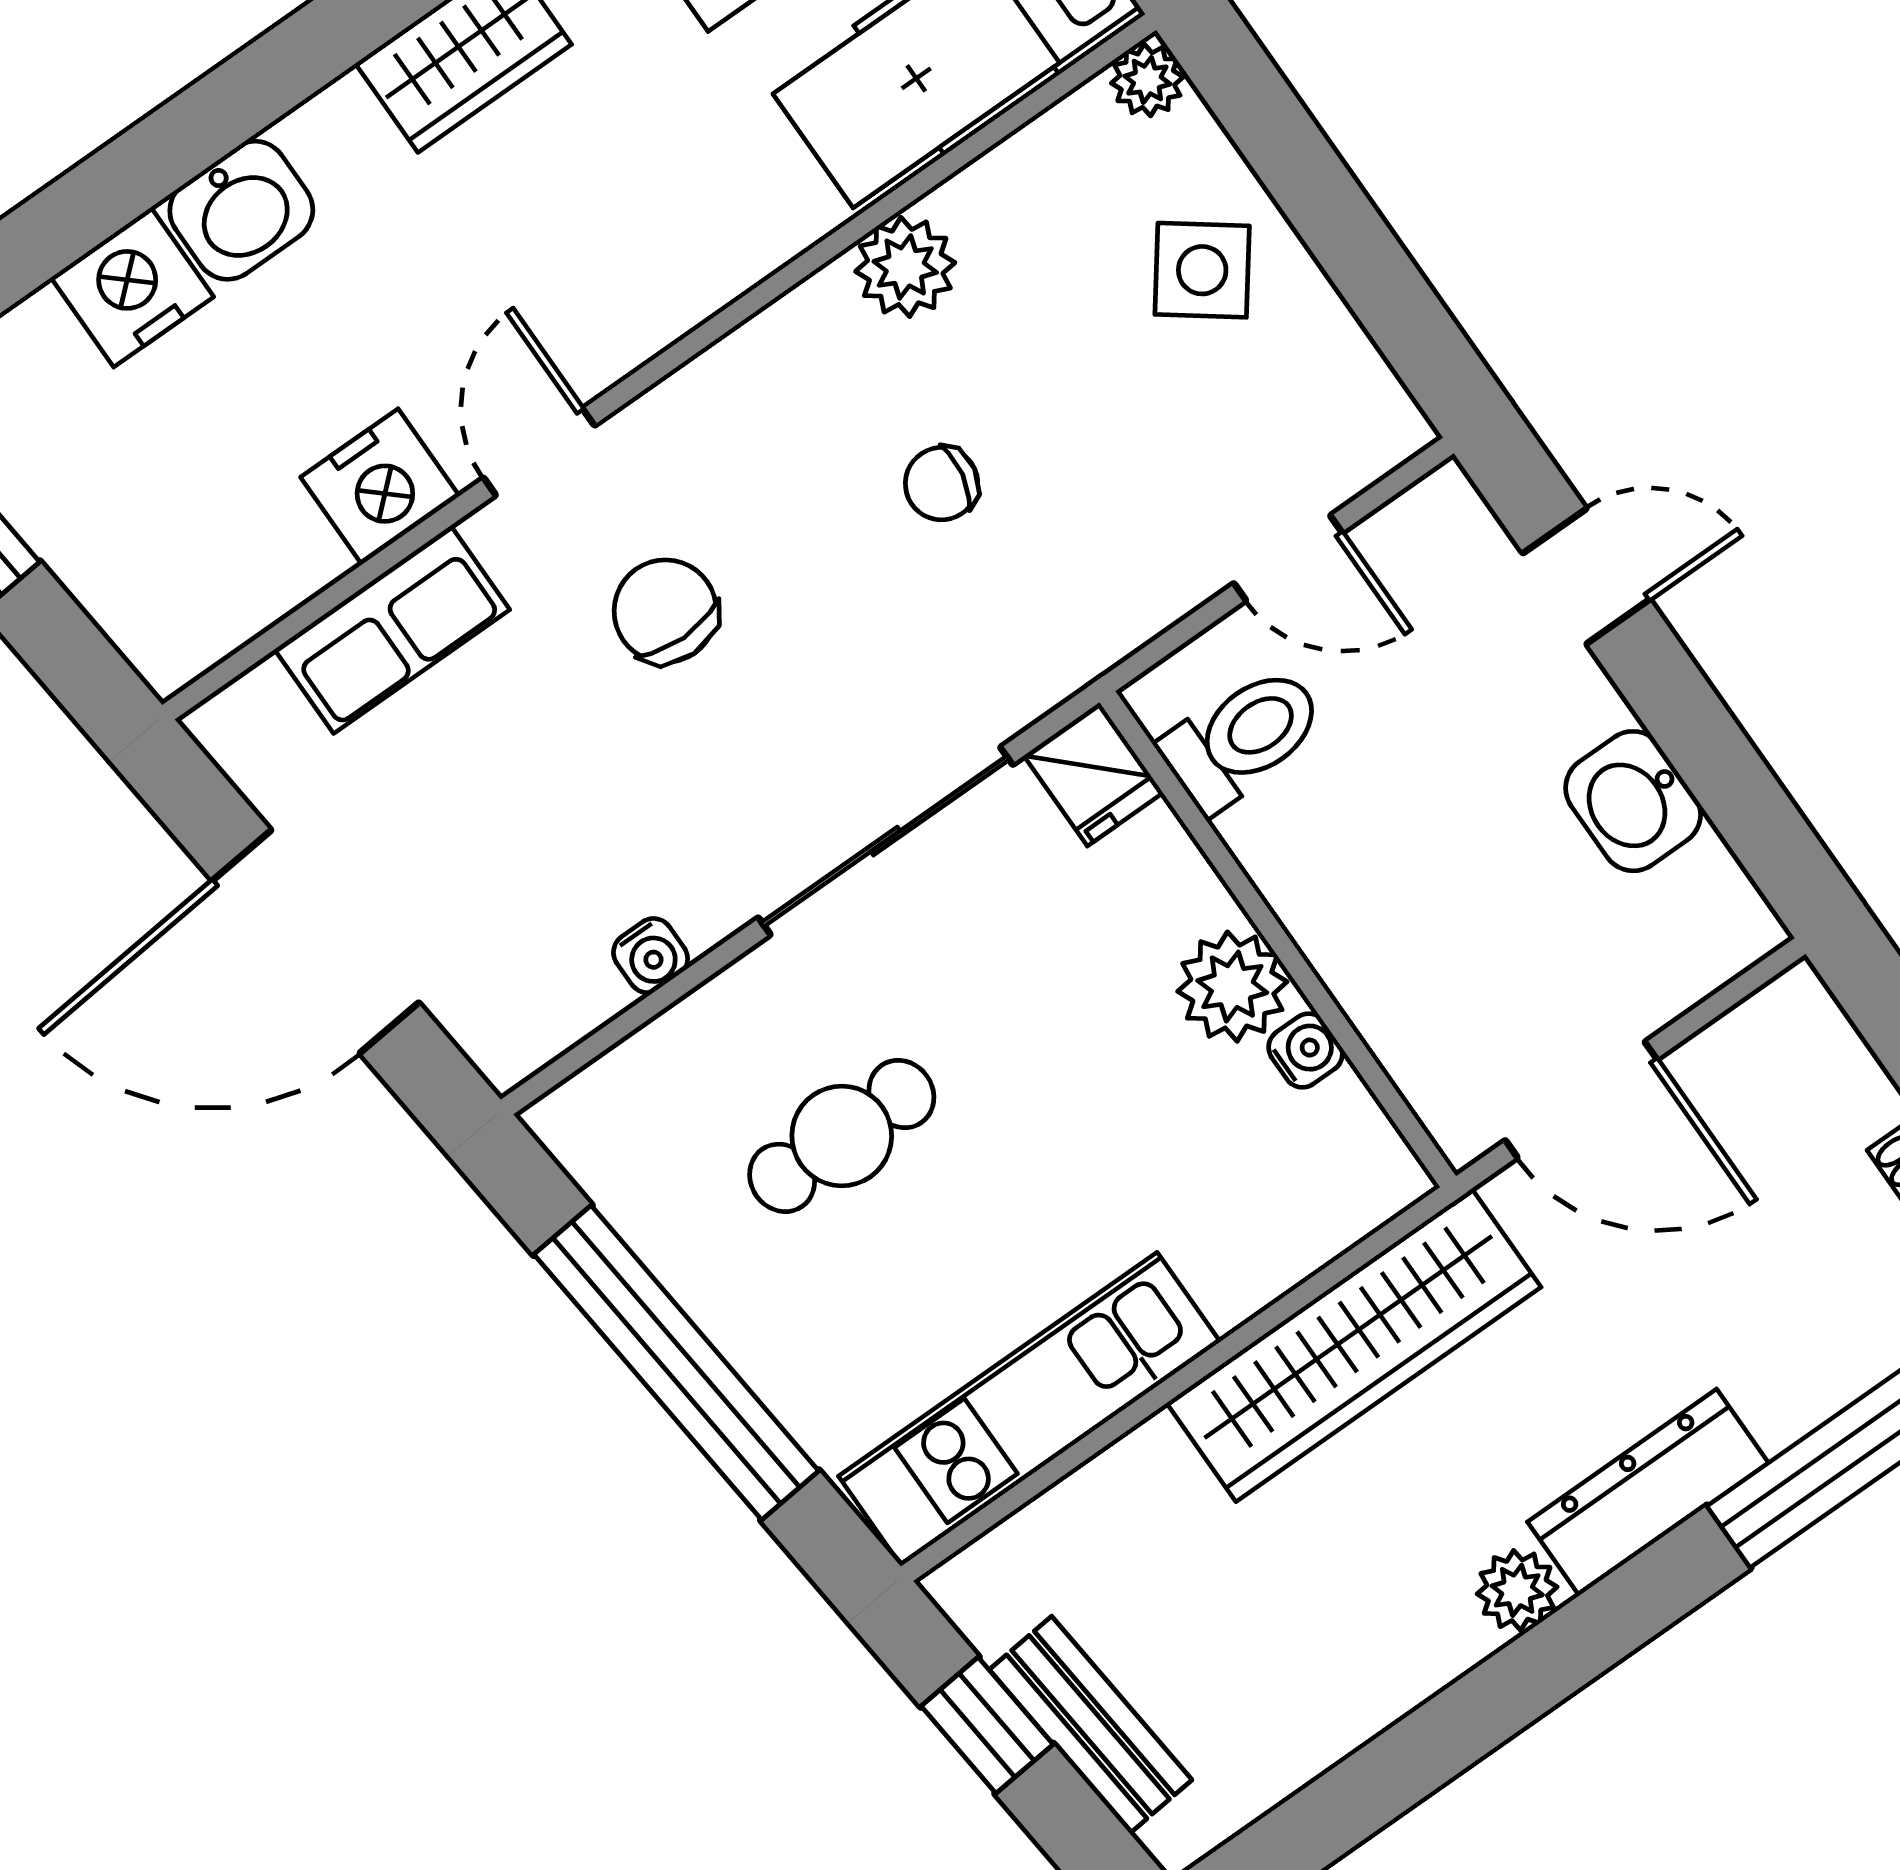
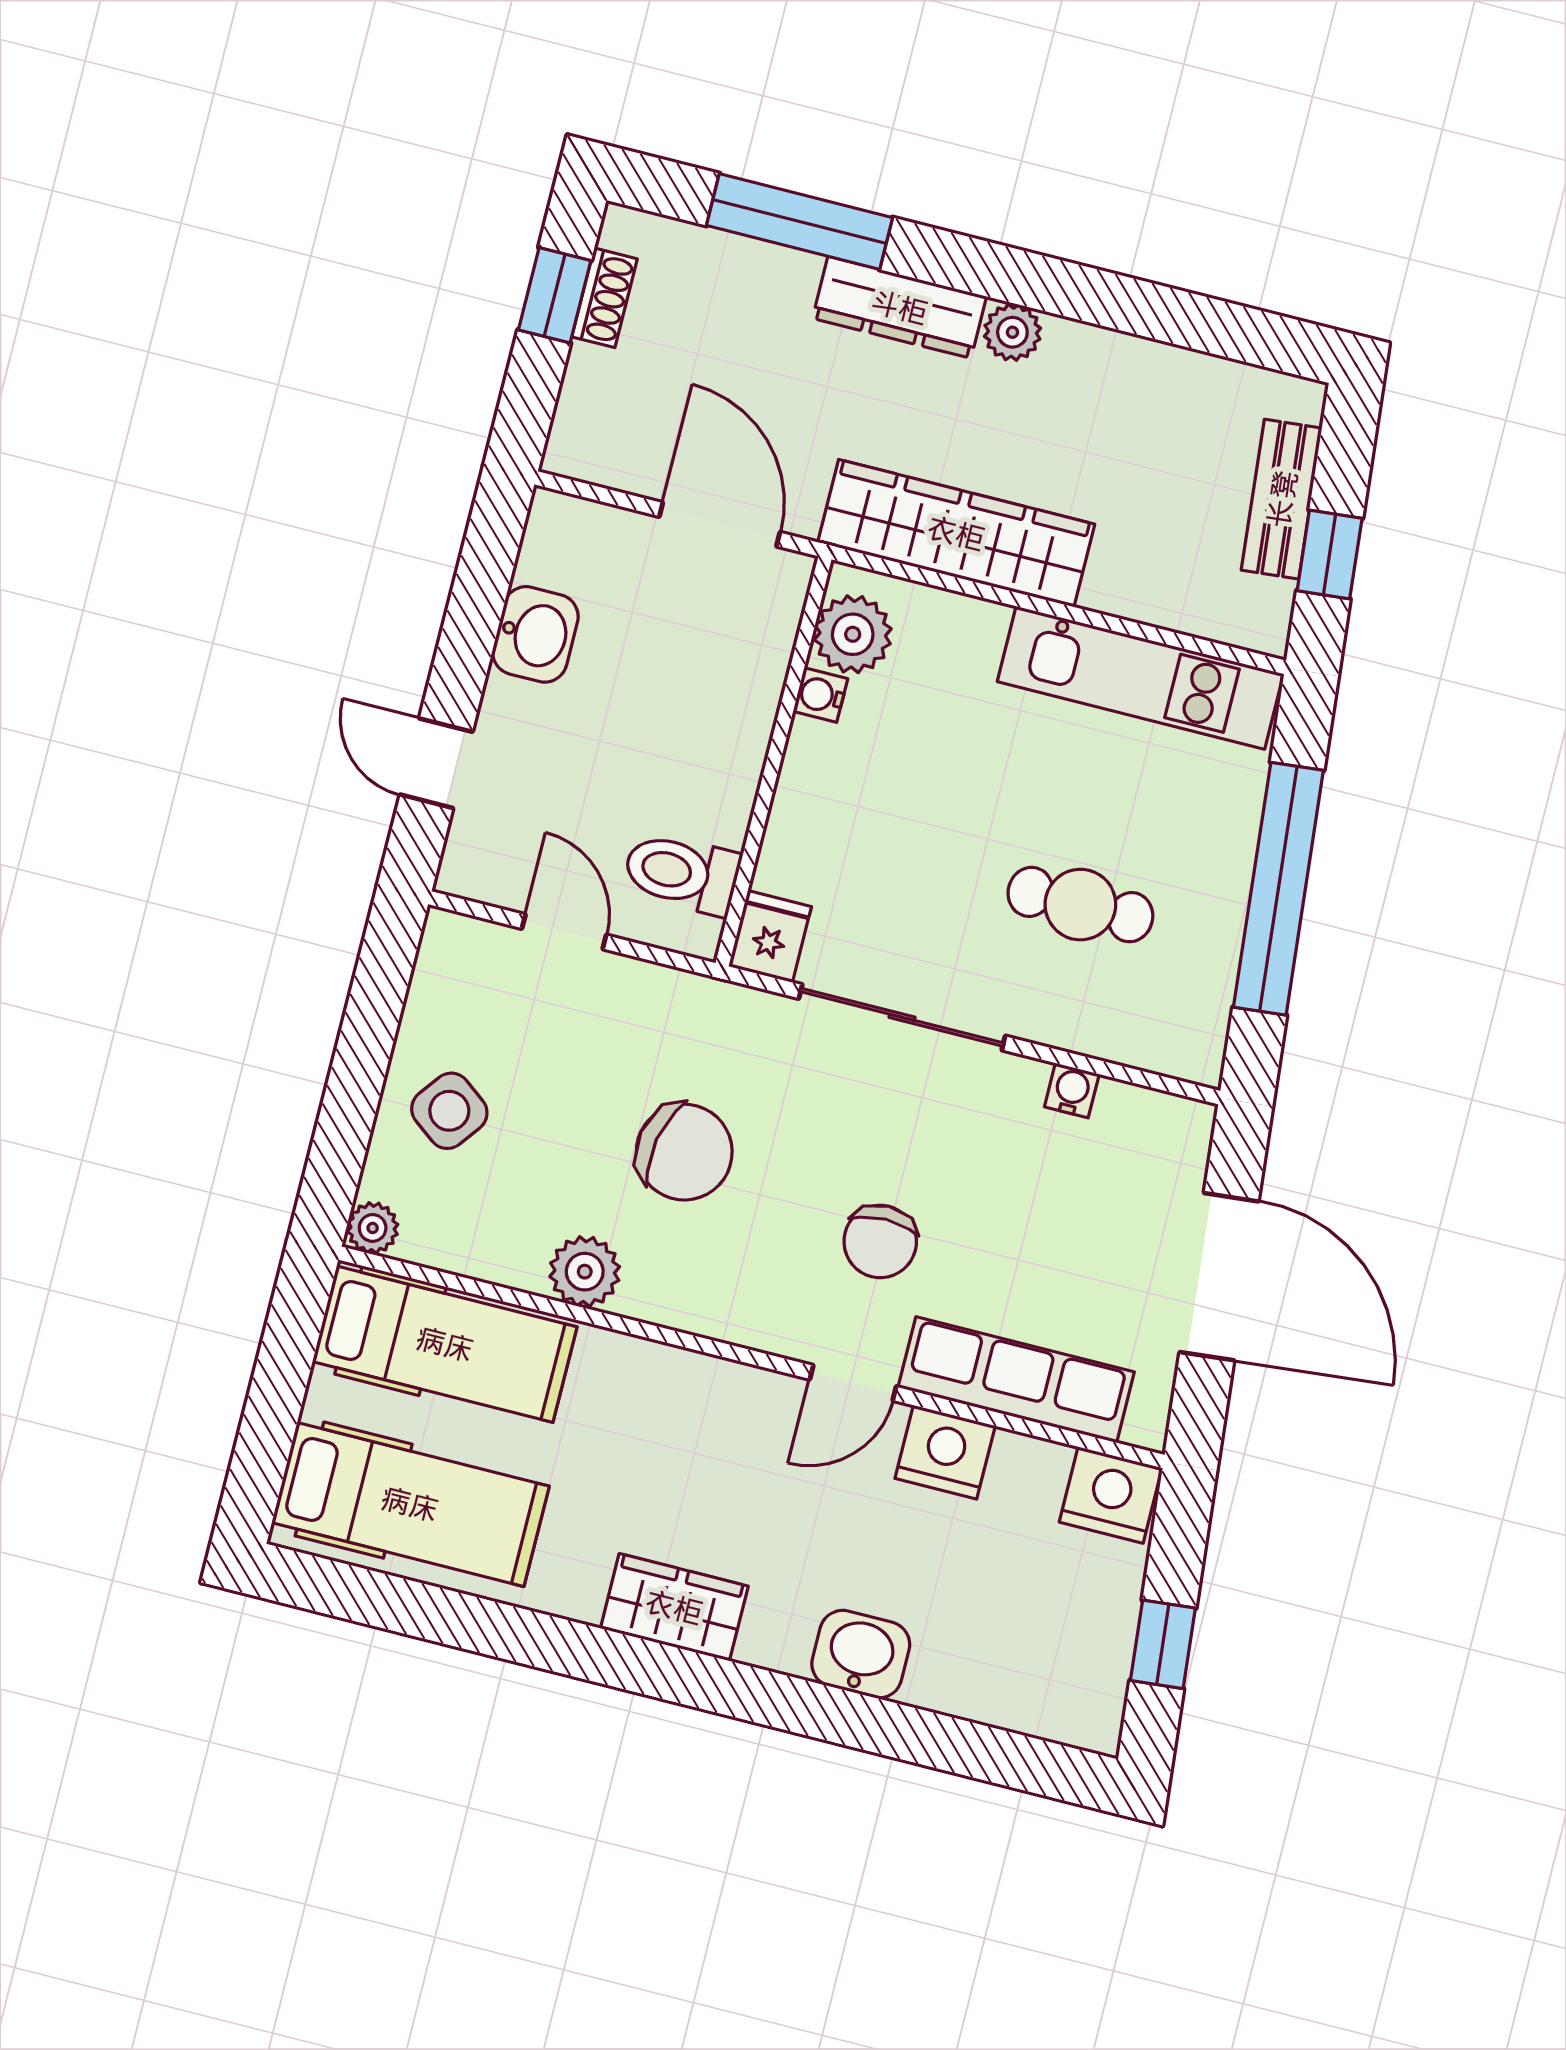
nightstand: (132, 287) -> (1111, 1495), moved, turned 180
chair: (942, 484) -> (684, 1152), width x1.87, depth x1.87
row of seats: (392, 630) -> (1016, 1380), width x1.48
plant: (1232, 987) -> (853, 634), moved

